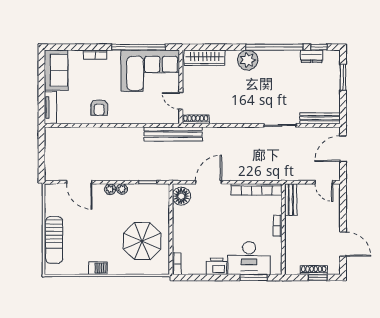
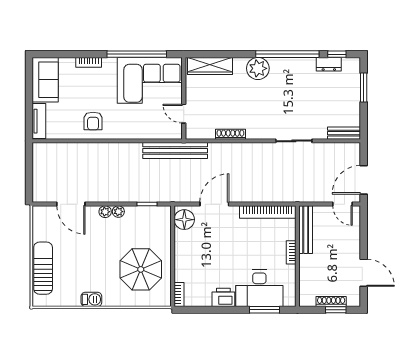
bench: (320, 118) -> (344, 133), width x0.73
shoe rack: (196, 119) -> (230, 134), moved
door: (343, 149) -> (364, 180), moved
bench: (291, 200) -> (306, 230), width x1.36
sun lounger: (54, 240) -> (43, 268), turned 180

